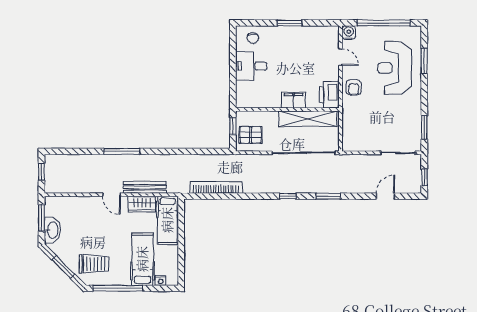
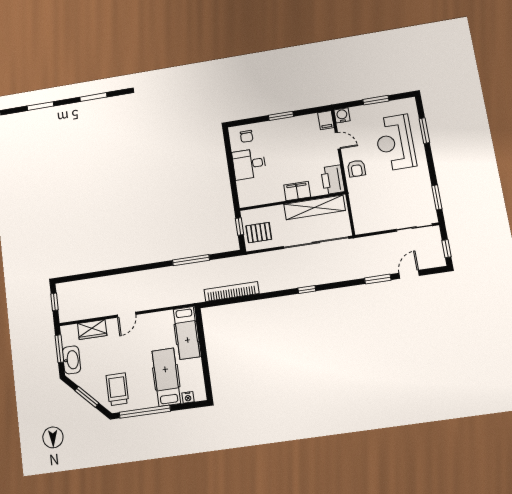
window: (384, 23) -> (376, 100), width x0.47
filing cabinet: (332, 35) -> (326, 120), added
window: (122, 151) -> (191, 260), moved
bench: (145, 187) -> (159, 302), removed
door: (111, 195) -> (127, 315), hinge flipped
window: (328, 196) -> (378, 279), moved
wardrobe: (142, 204) -> (92, 330), moved
trolley: (94, 264) -> (117, 389), turned -90

